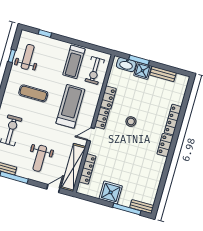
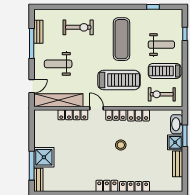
weight bench: (28, 57) -> (161, 45), moved
exercise mat: (33, 93) -> (122, 39), width x1.36, depth x1.45
locker: (87, 169) -> (73, 115), moved
door: (53, 188) -> (32, 86), hinge flipped
shower: (111, 192) -> (44, 157), moved

